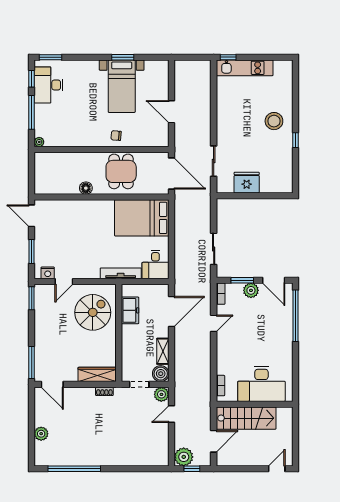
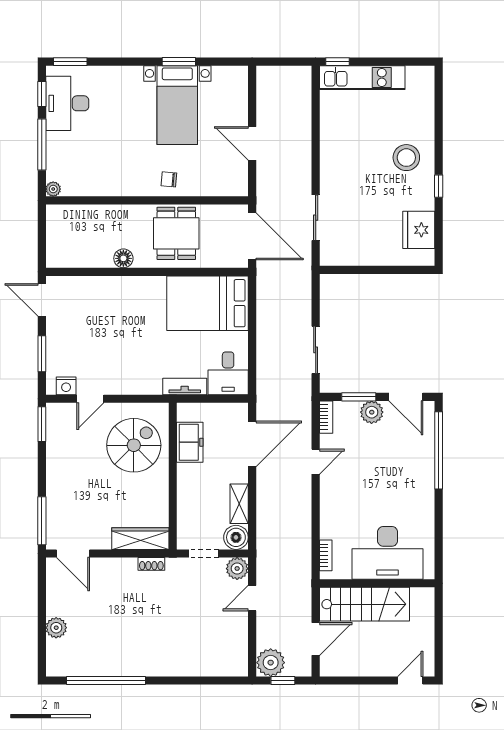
fridge: (247, 183) -> (419, 230), moved, turned -90
tv unit: (121, 273) -> (185, 386), width x0.71

